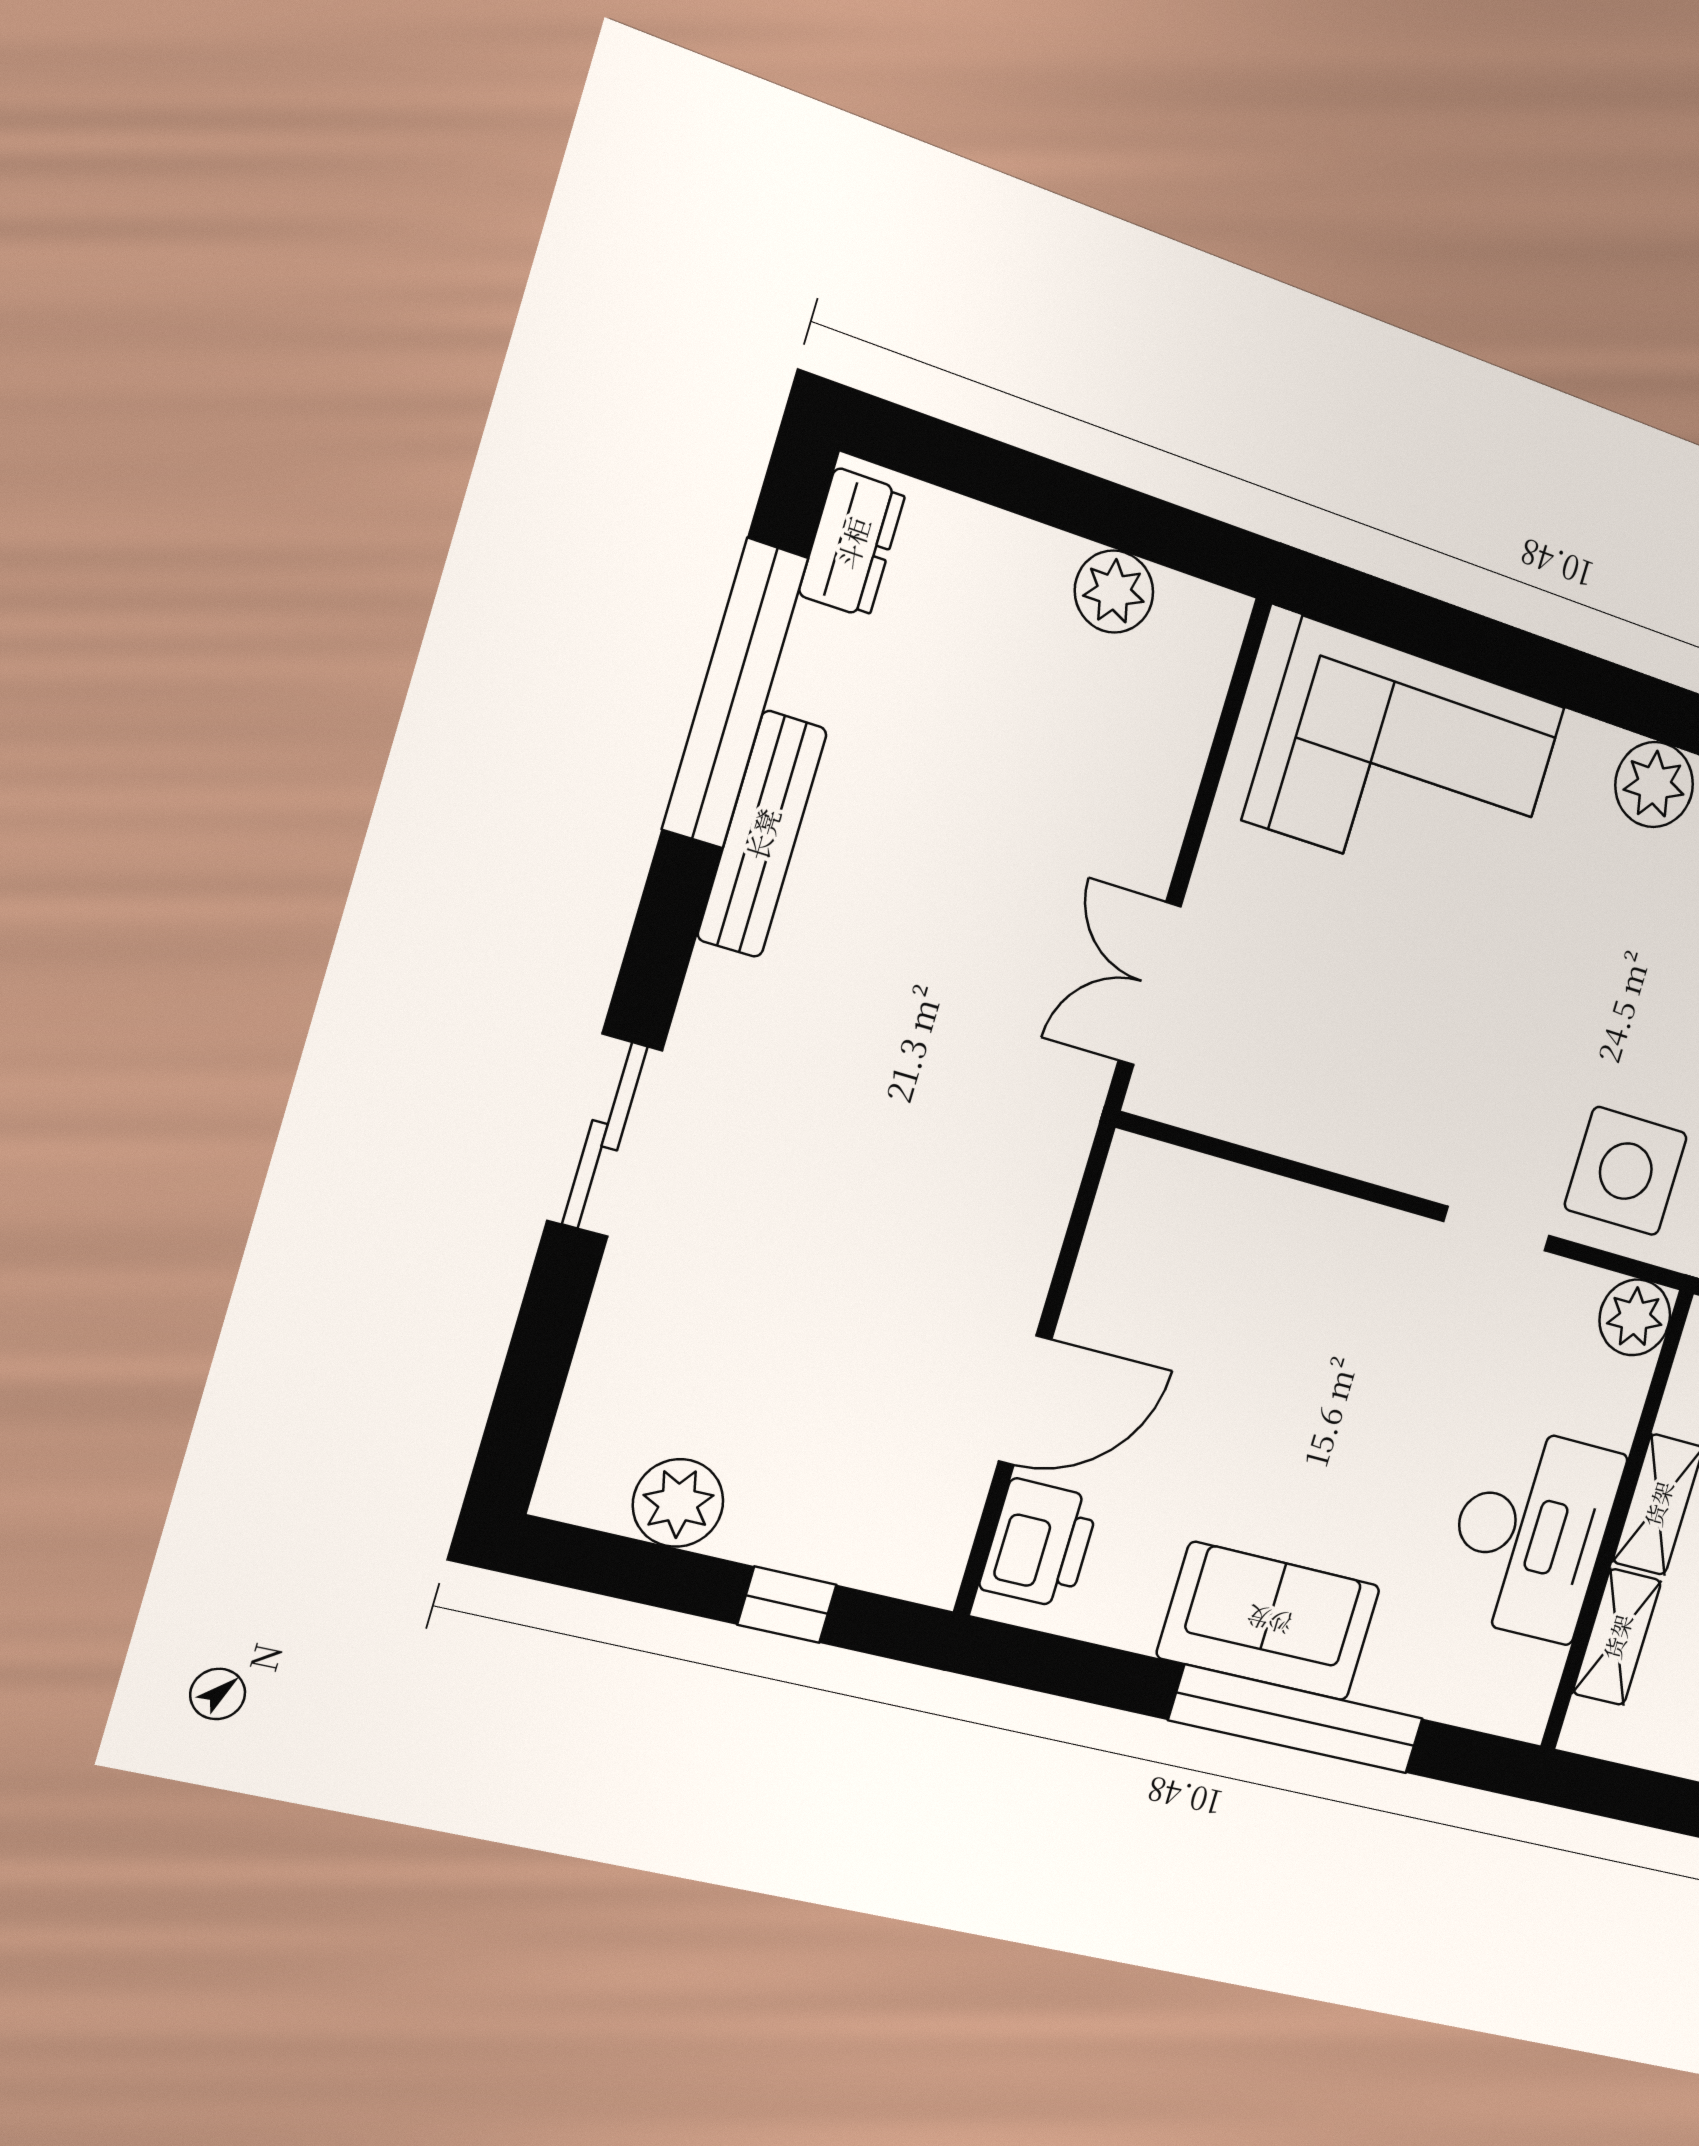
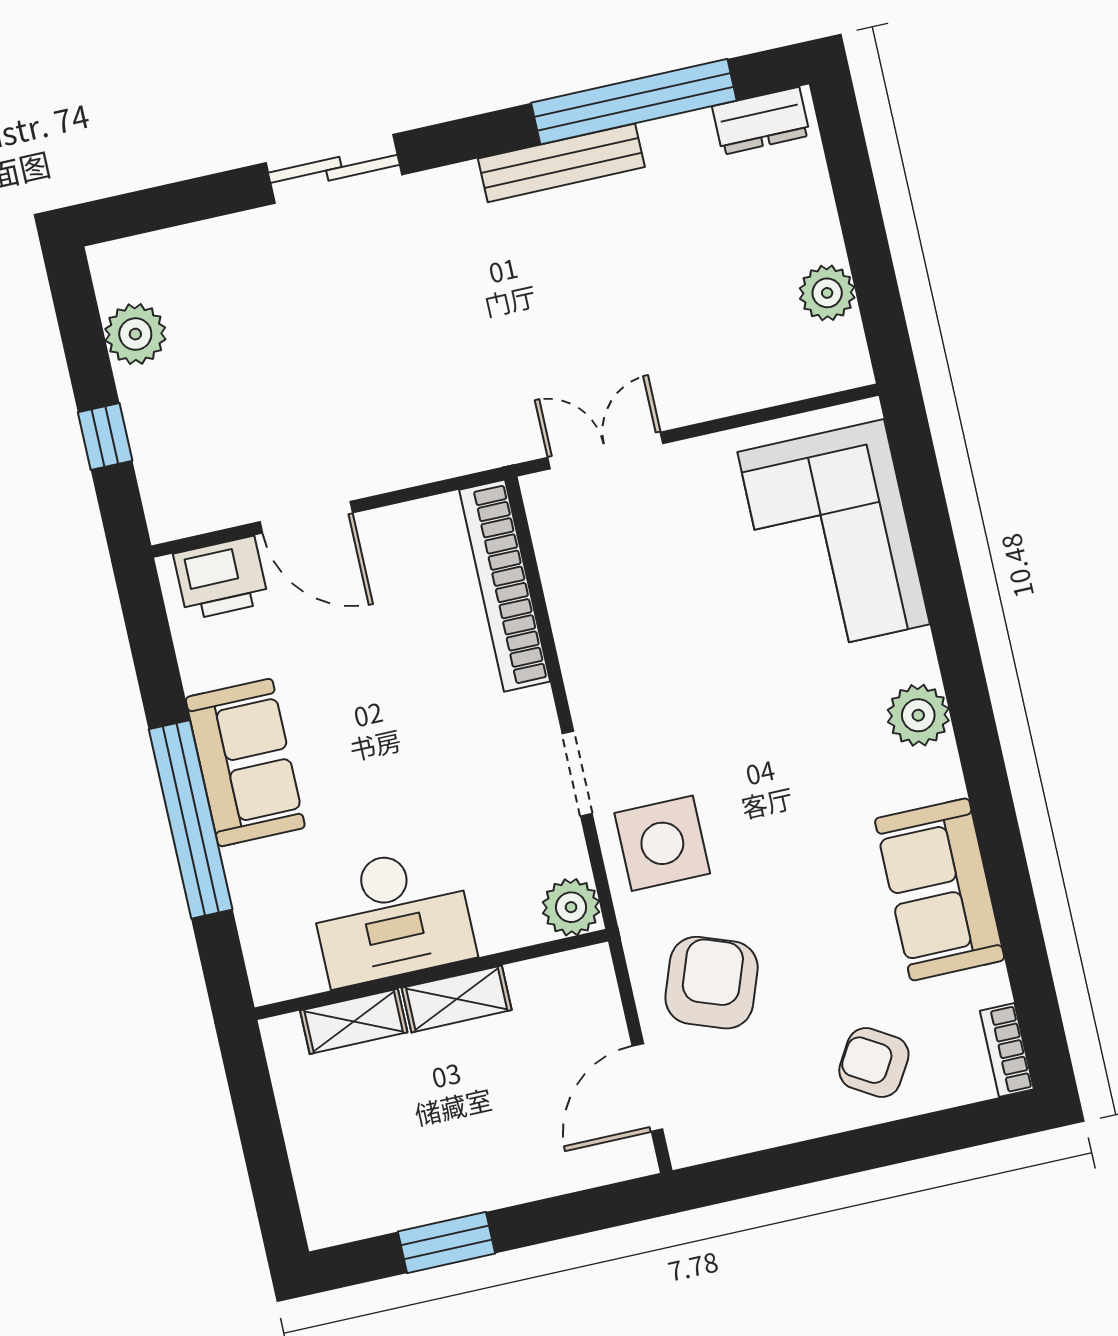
bookcase: (1239, 1198) -> (505, 586), added

